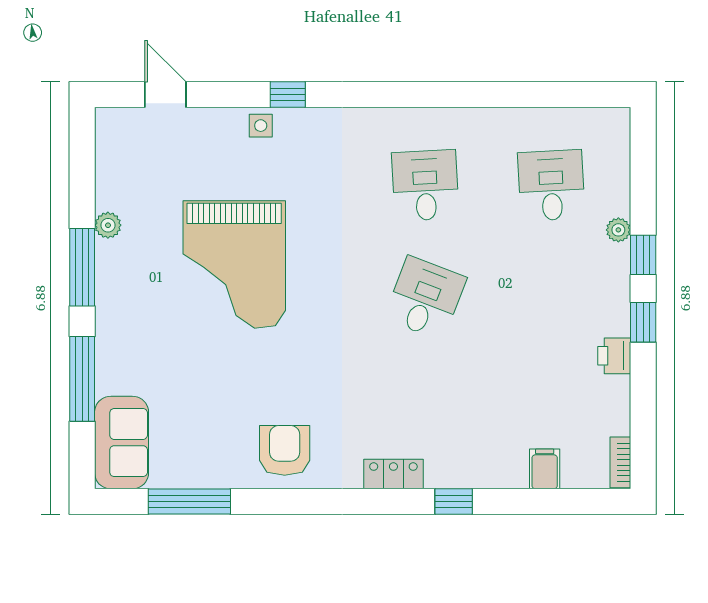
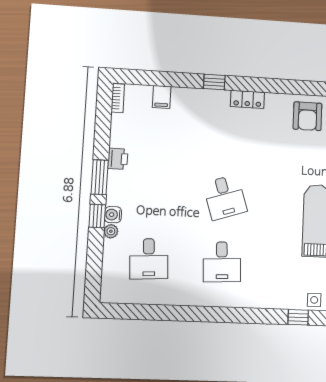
water cooler: (616, 259) -> (113, 215), added
desk: (425, 298) -> (225, 197), turned -39
window: (643, 322) -> (100, 177), width x1.50

